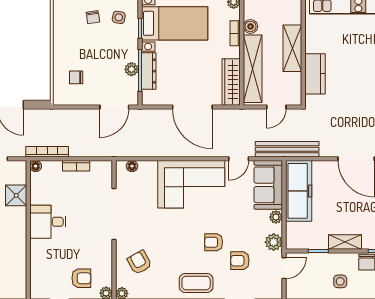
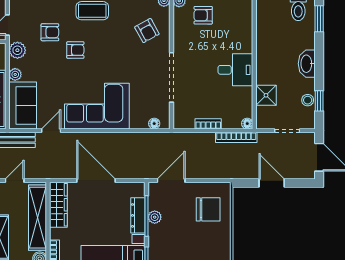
chair: (76, 77) -> (208, 209), width x1.87, depth x1.87

